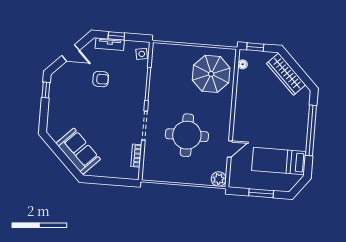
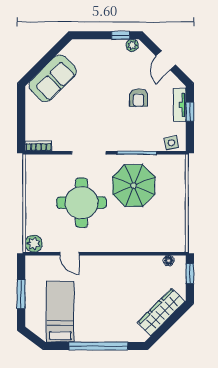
parasol: (211, 74) -> (134, 186), moved
plant: (55, 81) -> (132, 45), added
bookcase: (136, 156) -> (39, 146), moved

